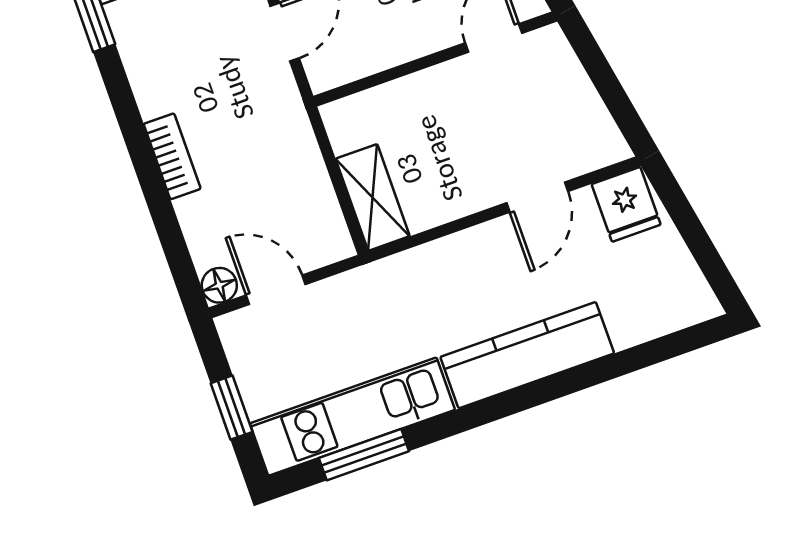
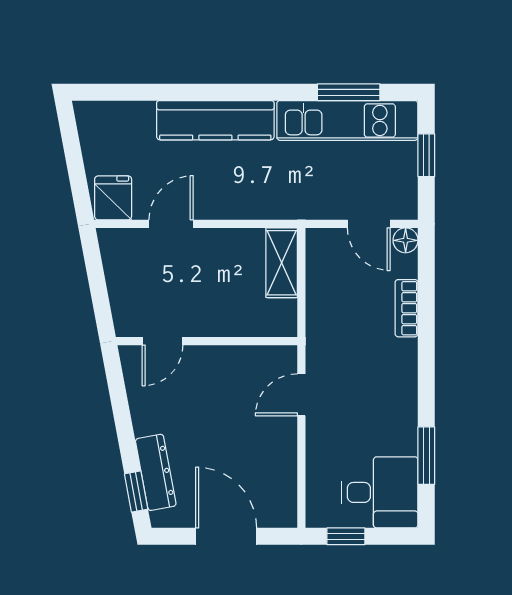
bookcase: (172, 156) -> (407, 308), moved

